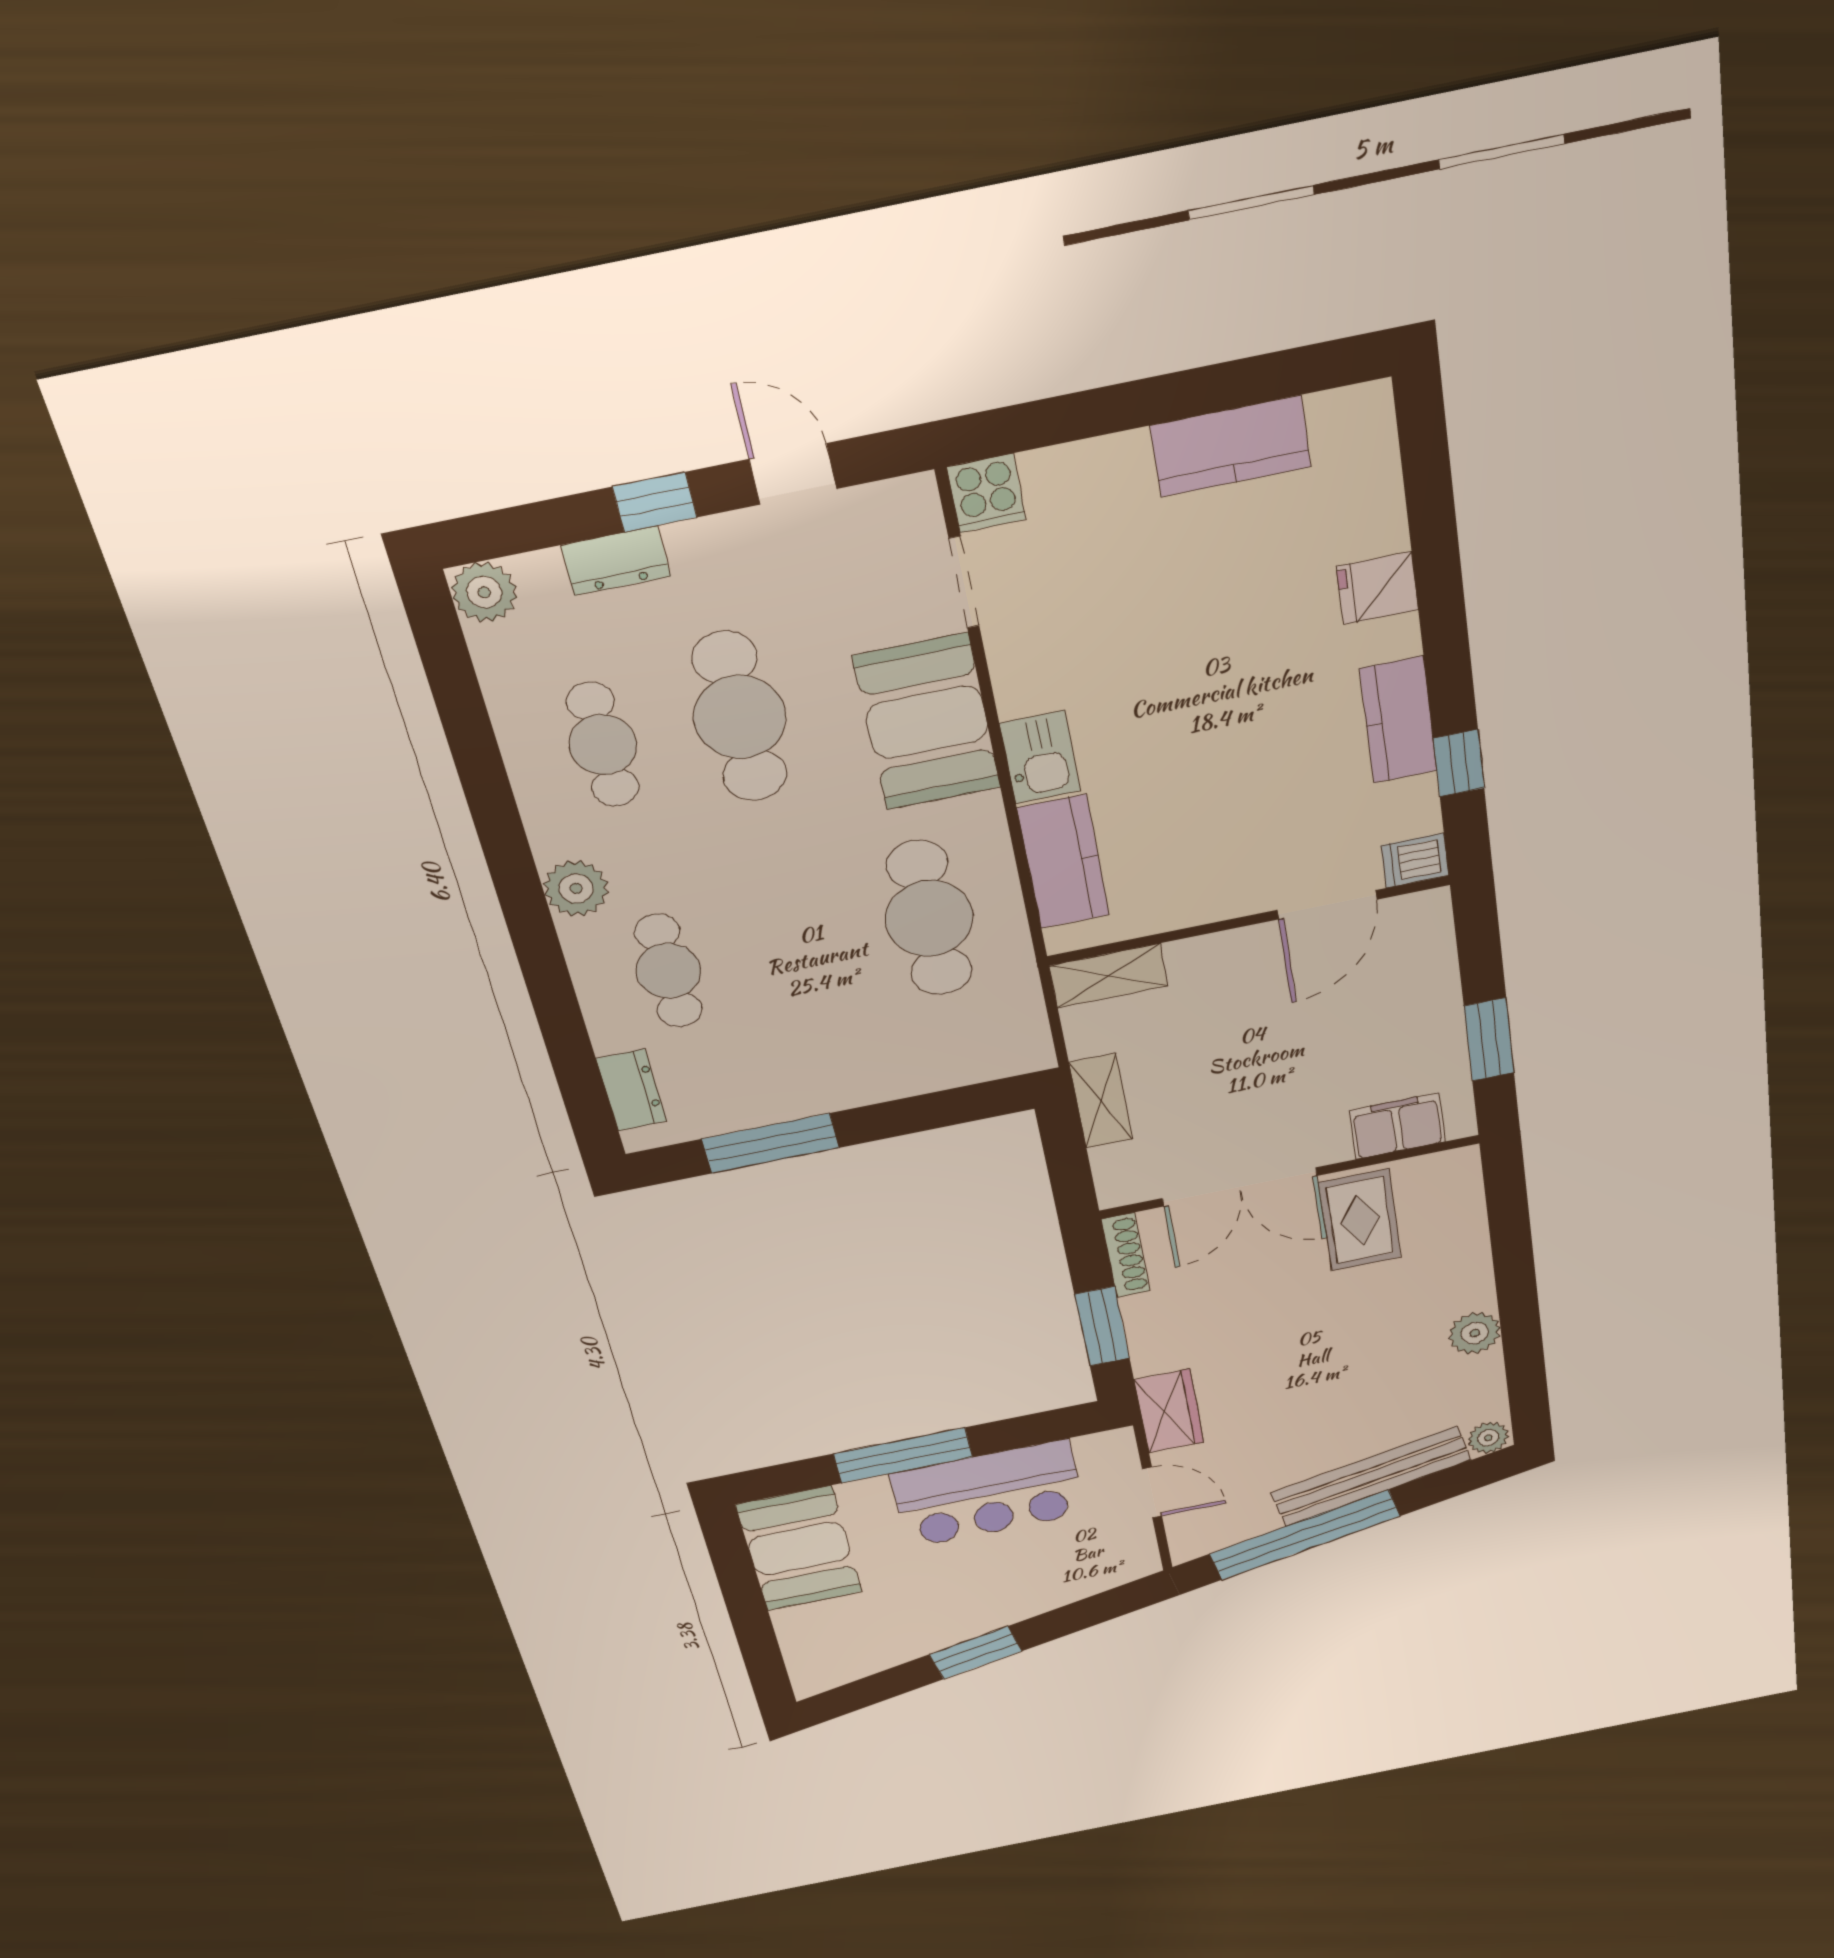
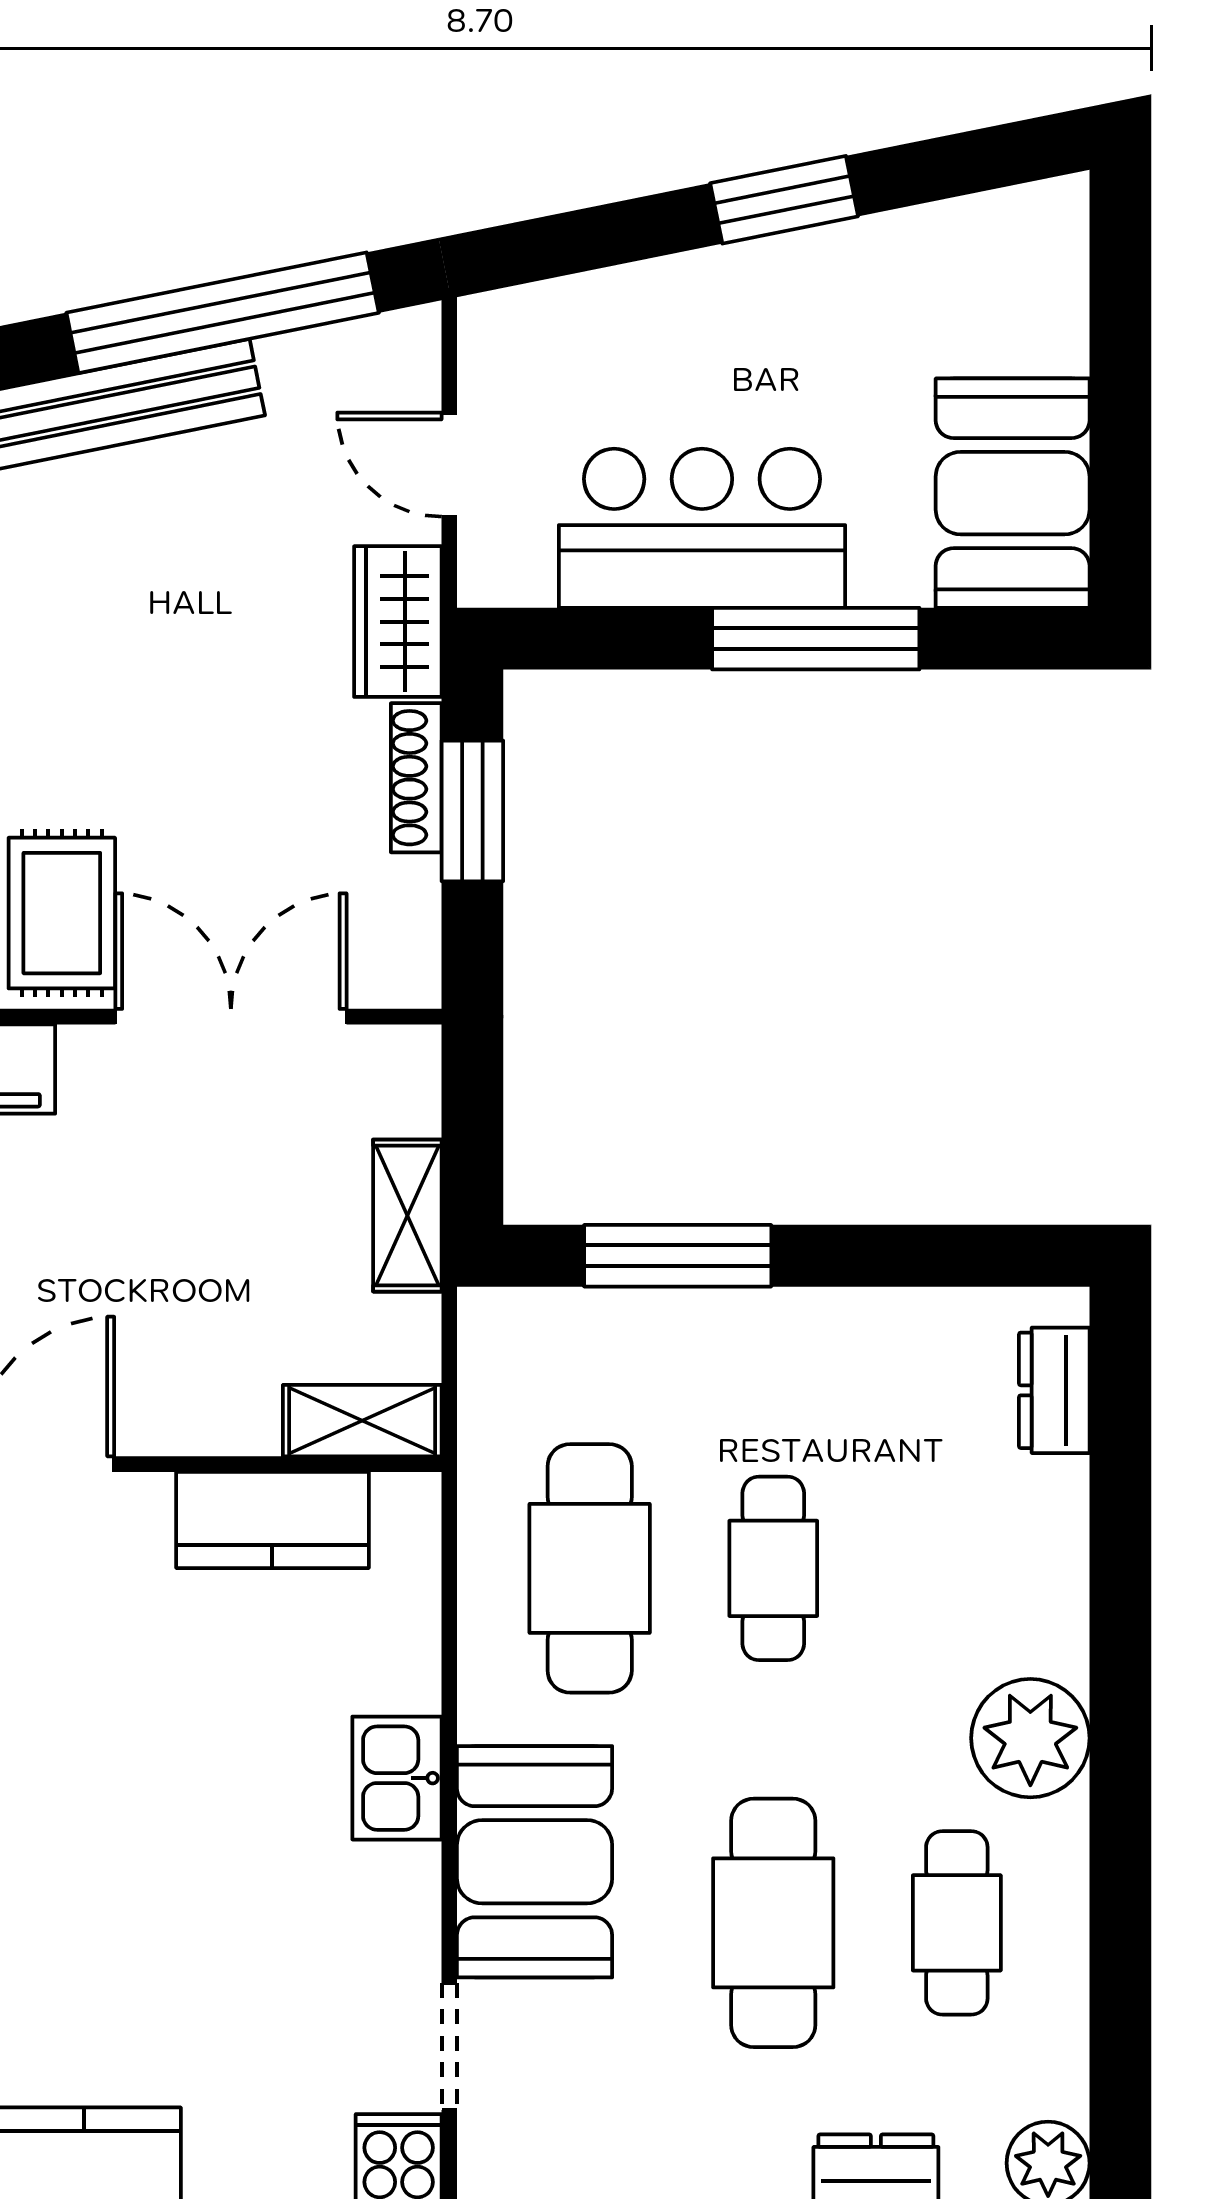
kitchen counter: (1063, 862) -> (272, 1520), moved, turned -90
plant: (576, 888) -> (1030, 1738), width x1.36, depth x1.36
cafe table: (668, 971) -> (773, 1568), moved
window: (770, 1143) -> (678, 1256), moved
shoe rack: (1126, 1255) -> (416, 778), moved

